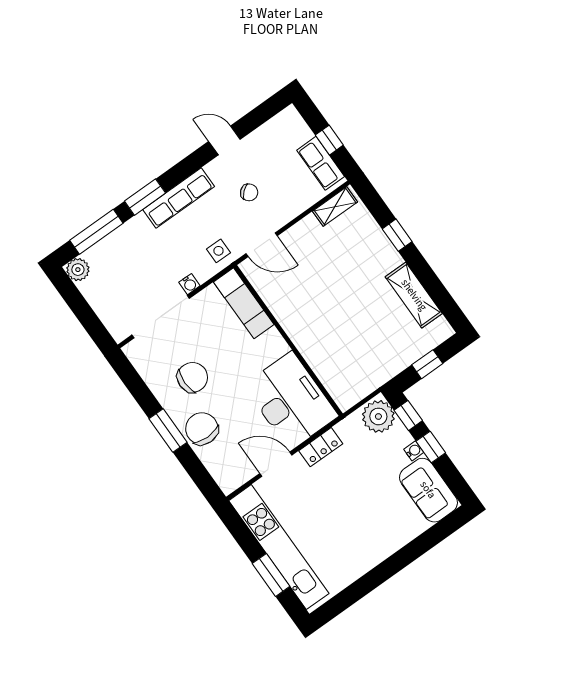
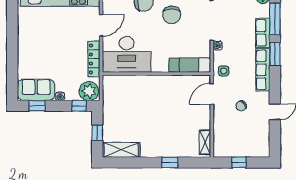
row of seats: (321, 163) -> (263, 33), moved, turned -90
shelving: (414, 295) -> (121, 150), moved
locker: (321, 447) -> (94, 59), width x1.53
window: (431, 447) -> (37, 106), moved

